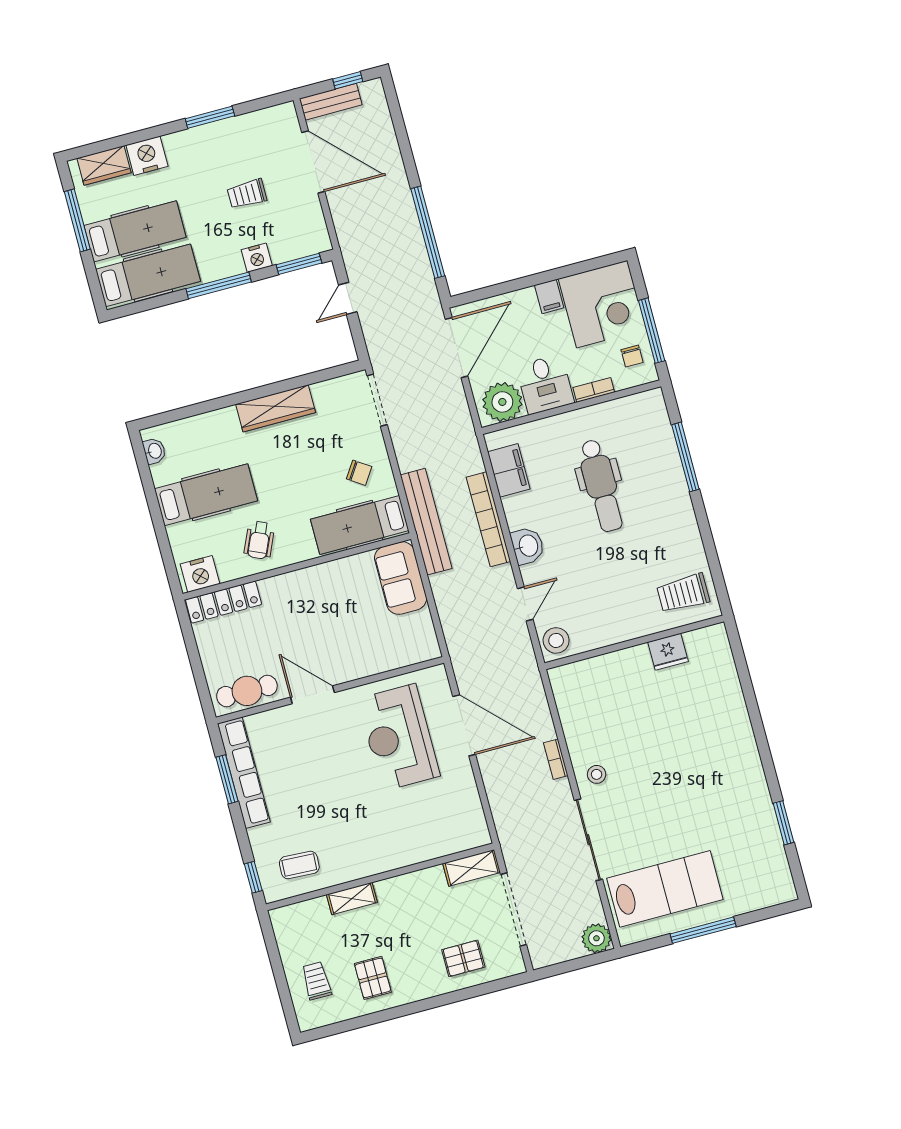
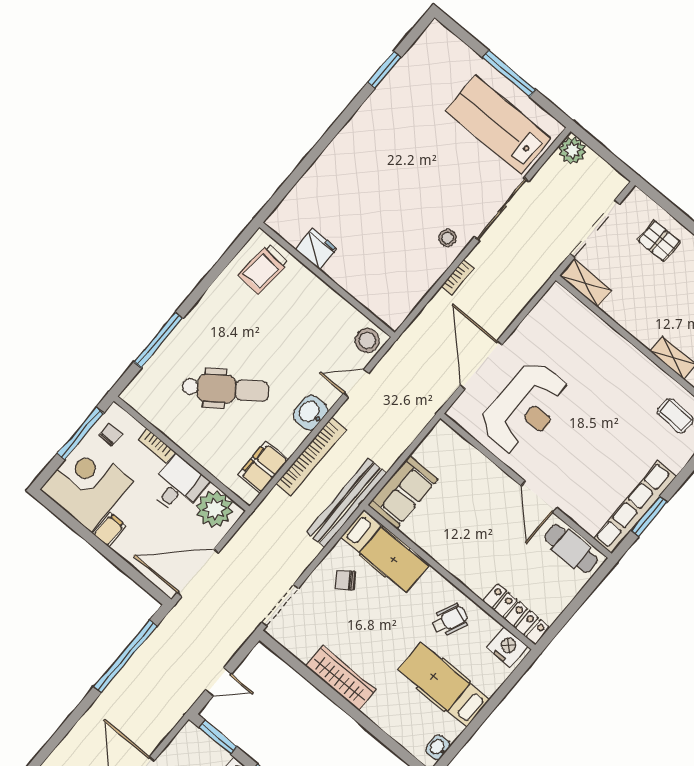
chair: (359, 473) -> (345, 580), turned -69
dental chair: (601, 486) -> (225, 389), turned 54
trolley: (683, 593) -> (263, 269), turned 95

